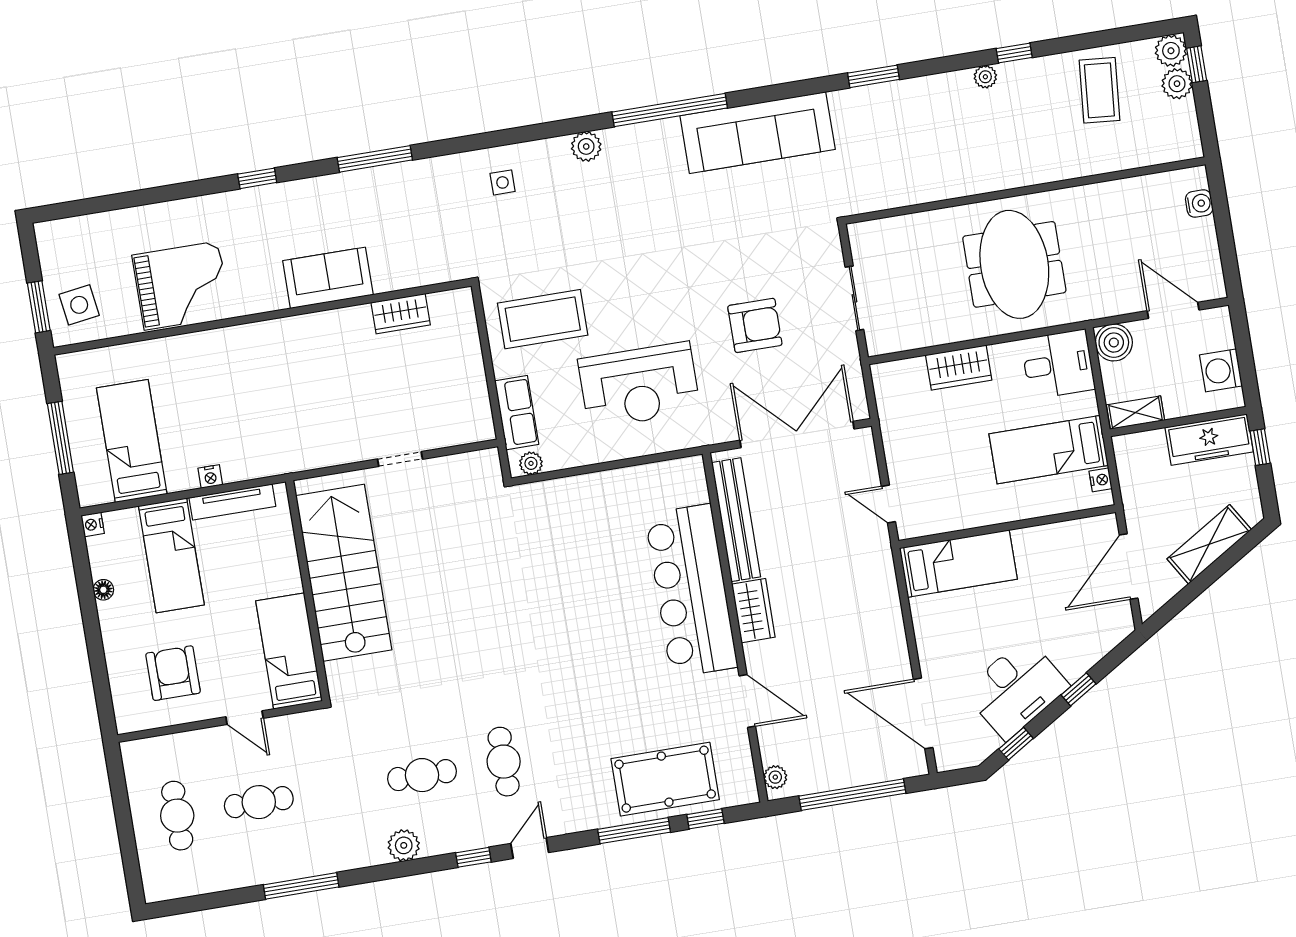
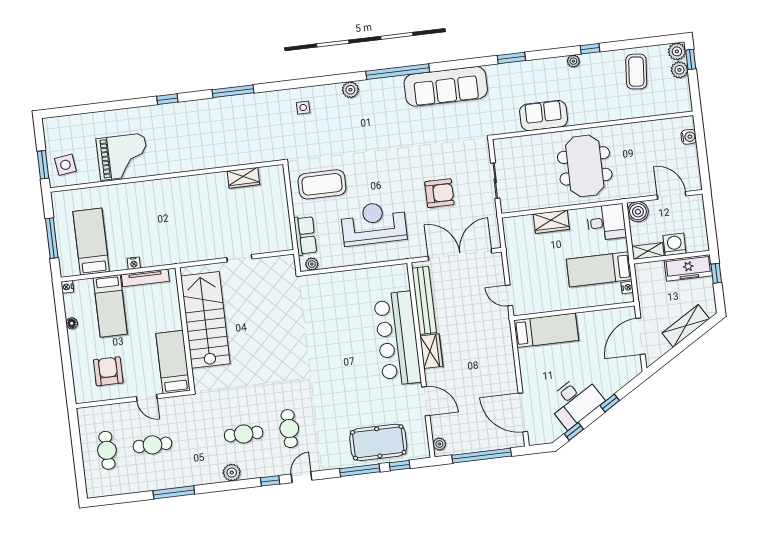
sofa: (328, 278) -> (544, 116), moved
washing machine: (1221, 370) -> (674, 244), moved, turned 90
reception desk: (639, 385) -> (374, 223), turned 180

